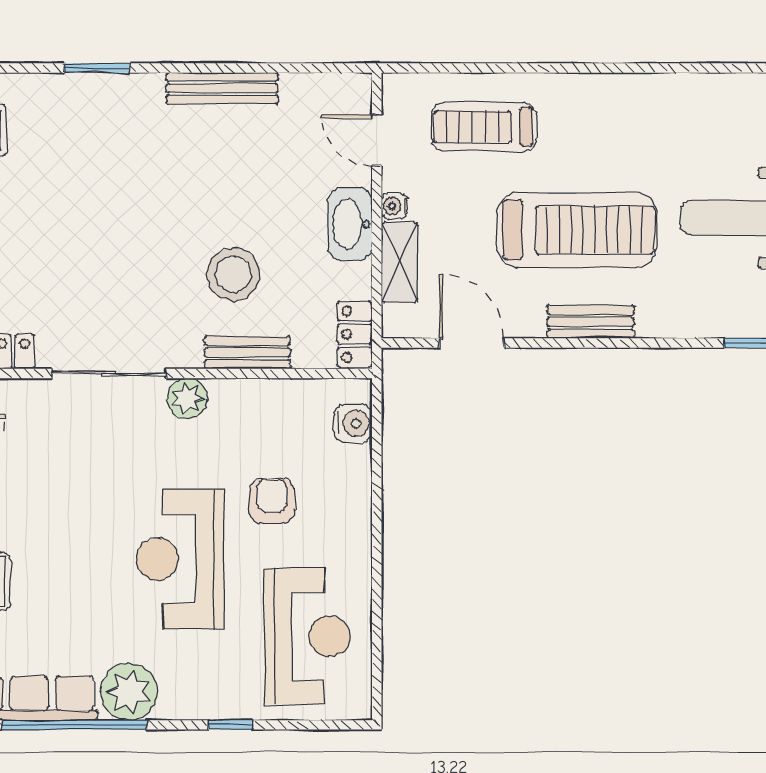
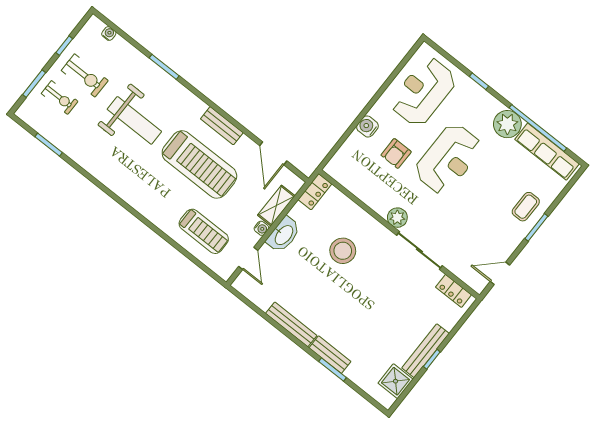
treadmill: (577, 230) -> (199, 164), turned 180
bench: (247, 353) -> (330, 355), moved
water cooler: (353, 423) -> (367, 126), moved

